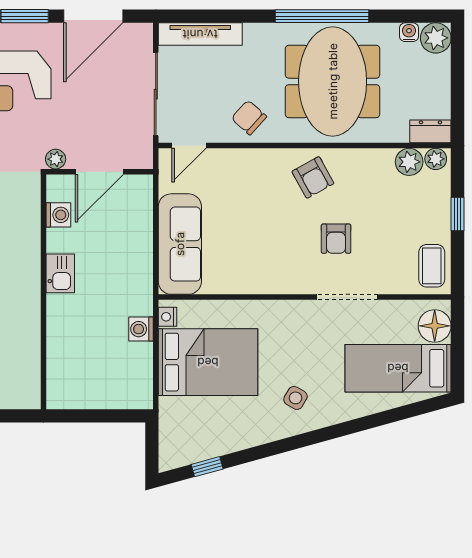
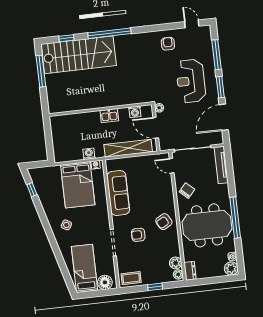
door: (93, 16) -> (224, 117), hinge flipped
shelving: (139, 239) -> (128, 148), added
sofa: (180, 244) -> (118, 193), moved, turned -90

